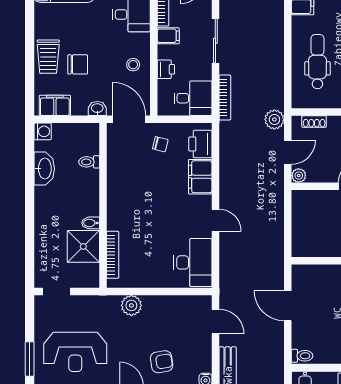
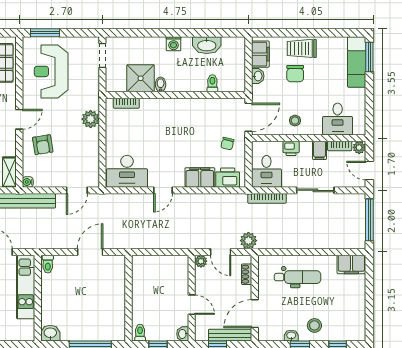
washbasin: (97, 109) -> (258, 76), moved
washing machine: (43, 131) -> (174, 44), moved
bookcase: (113, 255) -> (126, 103), width x0.64

